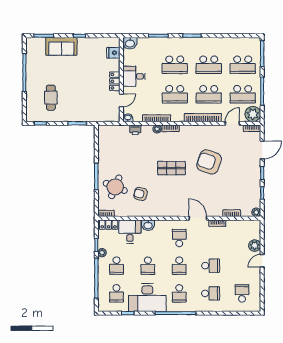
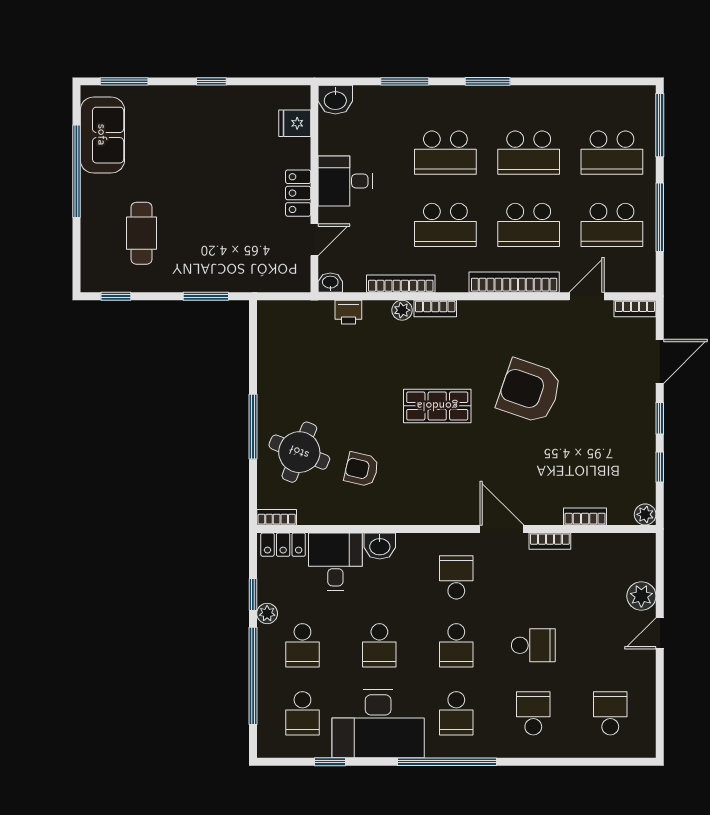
sofa: (61, 46) -> (102, 135), moved, turned -90
plant: (253, 114) -> (637, 273), removed
school desk: (211, 293) -> (533, 713), turned -90

